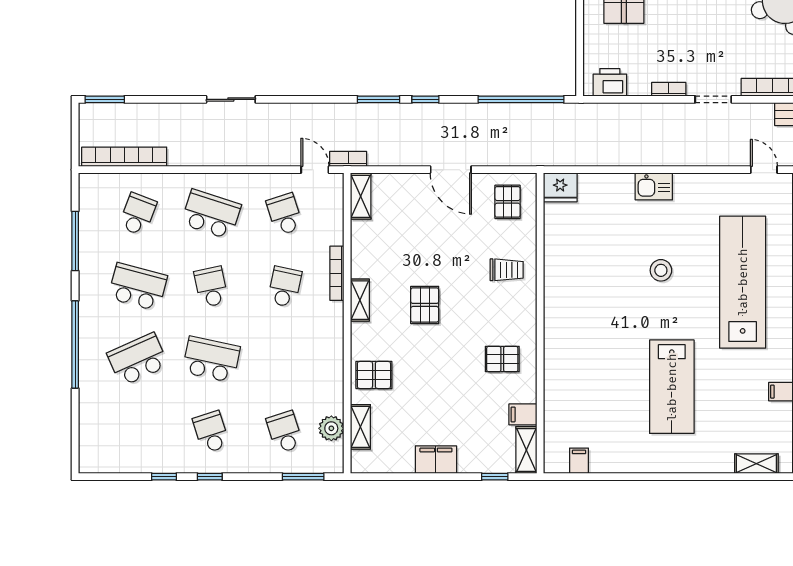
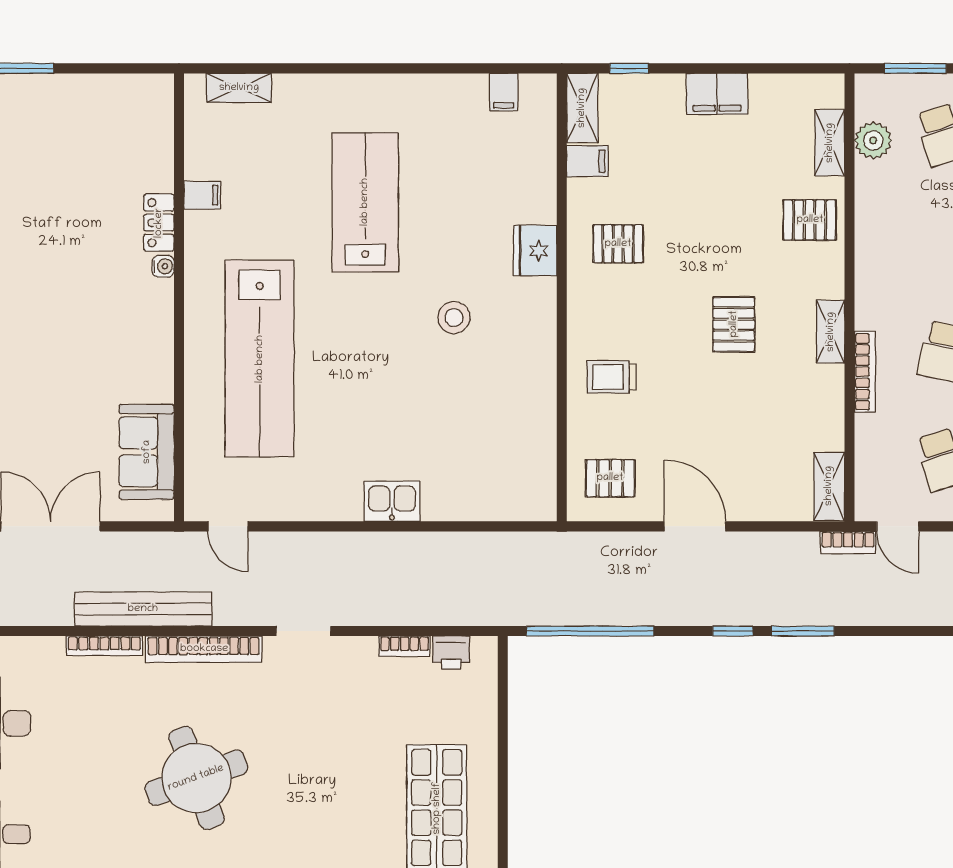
printer: (610, 82) -> (451, 653), width x0.73, depth x0.81
bookcase: (669, 89) -> (405, 646), moved
fridge: (560, 187) -> (535, 251), moved, turned -90
pallet: (508, 202) -> (610, 478), turned 90
stool: (661, 270) -> (454, 318), moved

